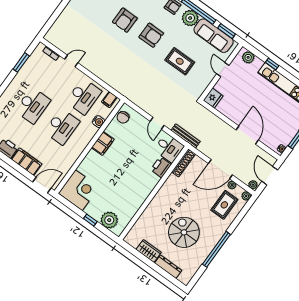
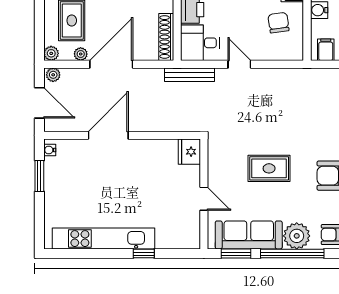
plant: (248, 57) -> (182, 239), removed
chair: (123, 117) -> (278, 23), moved
door: (247, 135) -> (108, 135), swing flipped

